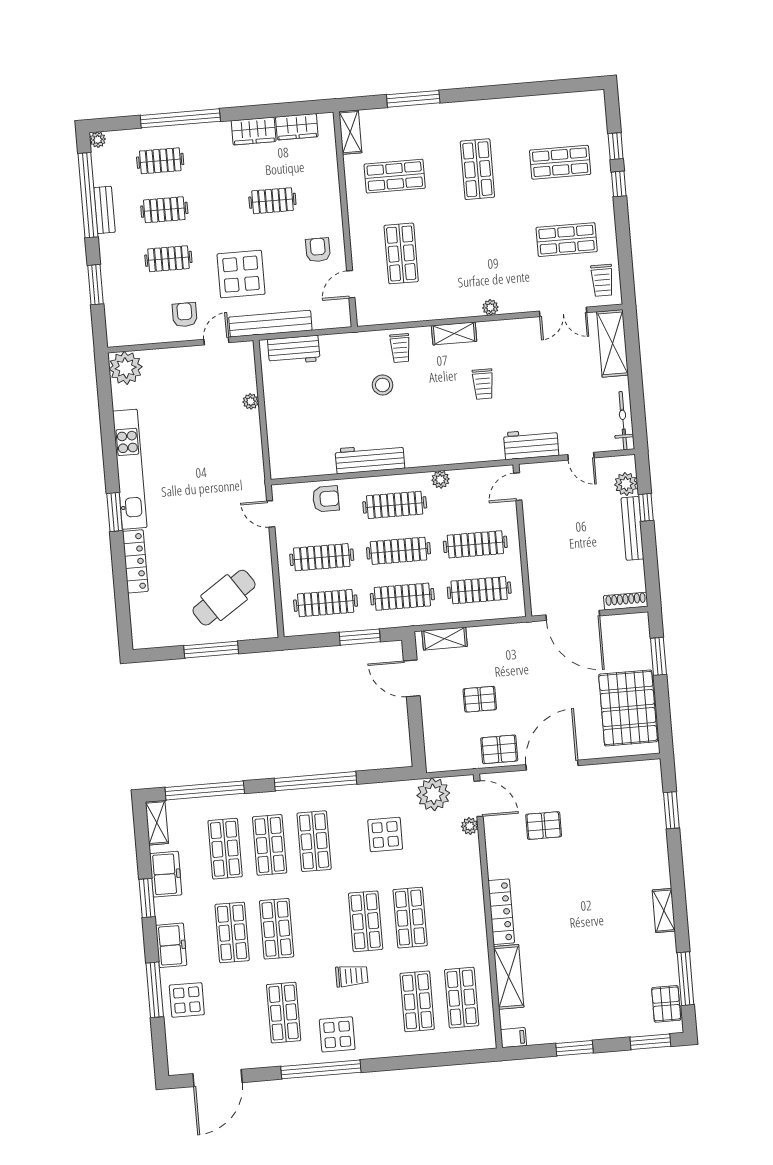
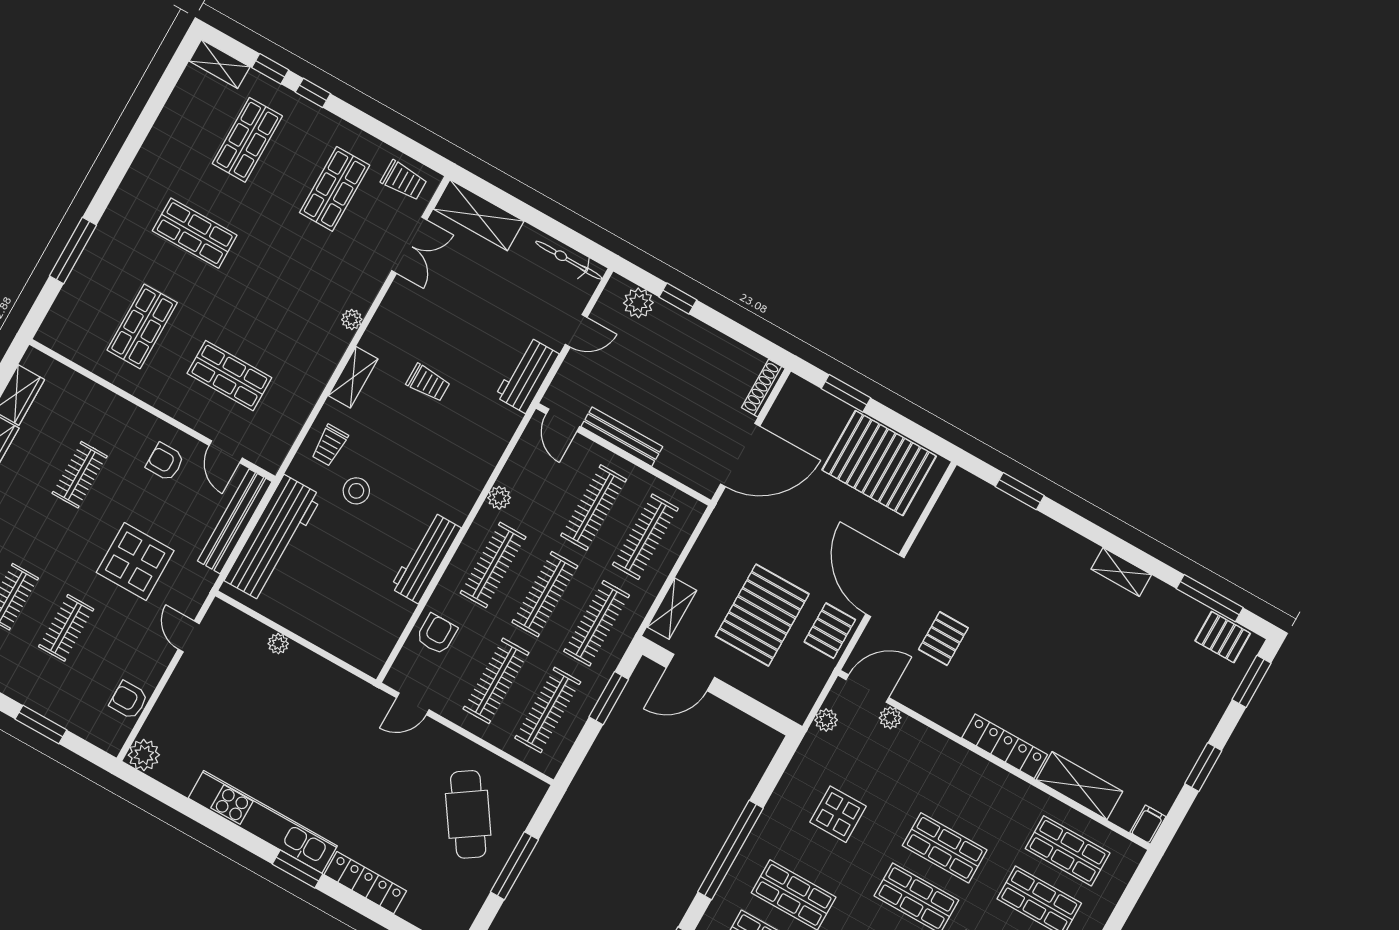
shelving: (350, 132) -> (220, 64), moved
armchair: (185, 315) -> (129, 700), moved
bench: (270, 324) -> (235, 521), moved
trolley: (400, 348) -> (330, 445), turned 90
workbench: (294, 350) -> (273, 538), width x1.88, depth x1.32
plant: (126, 368) -> (144, 755), width x0.73, depth x0.73
bench: (633, 528) -> (622, 437), moved
pallet: (480, 699) -> (762, 615), width x2.05, depth x2.00
plant: (433, 794) -> (826, 720), width x0.53, depth x0.53

